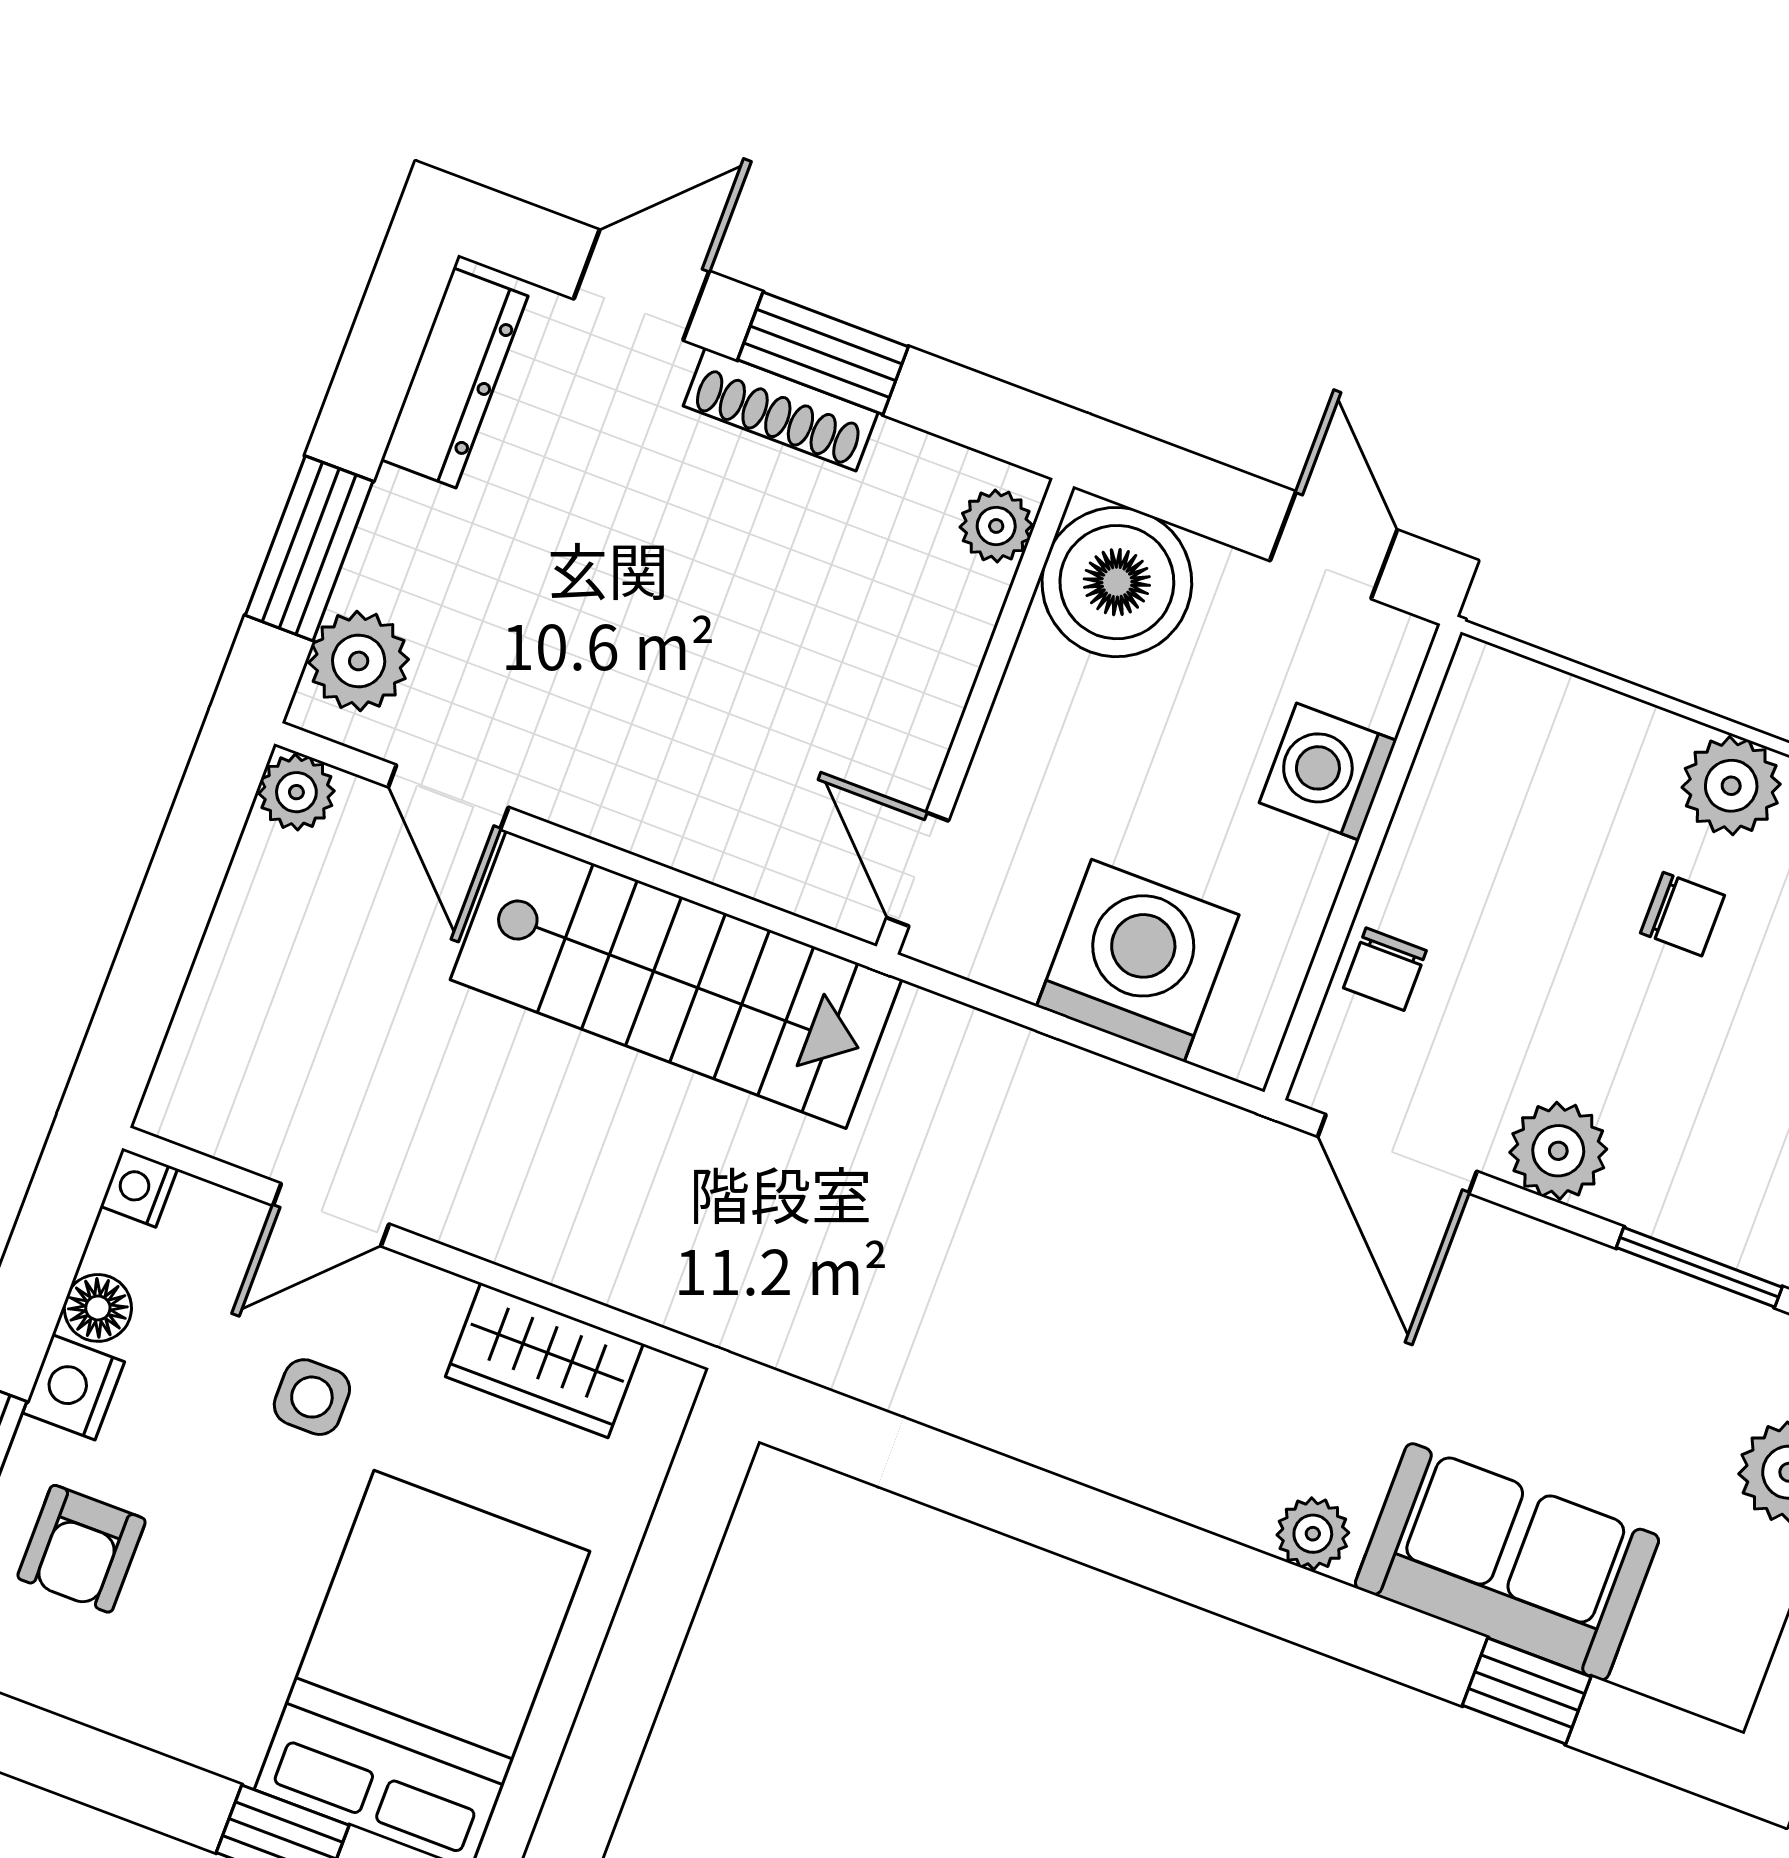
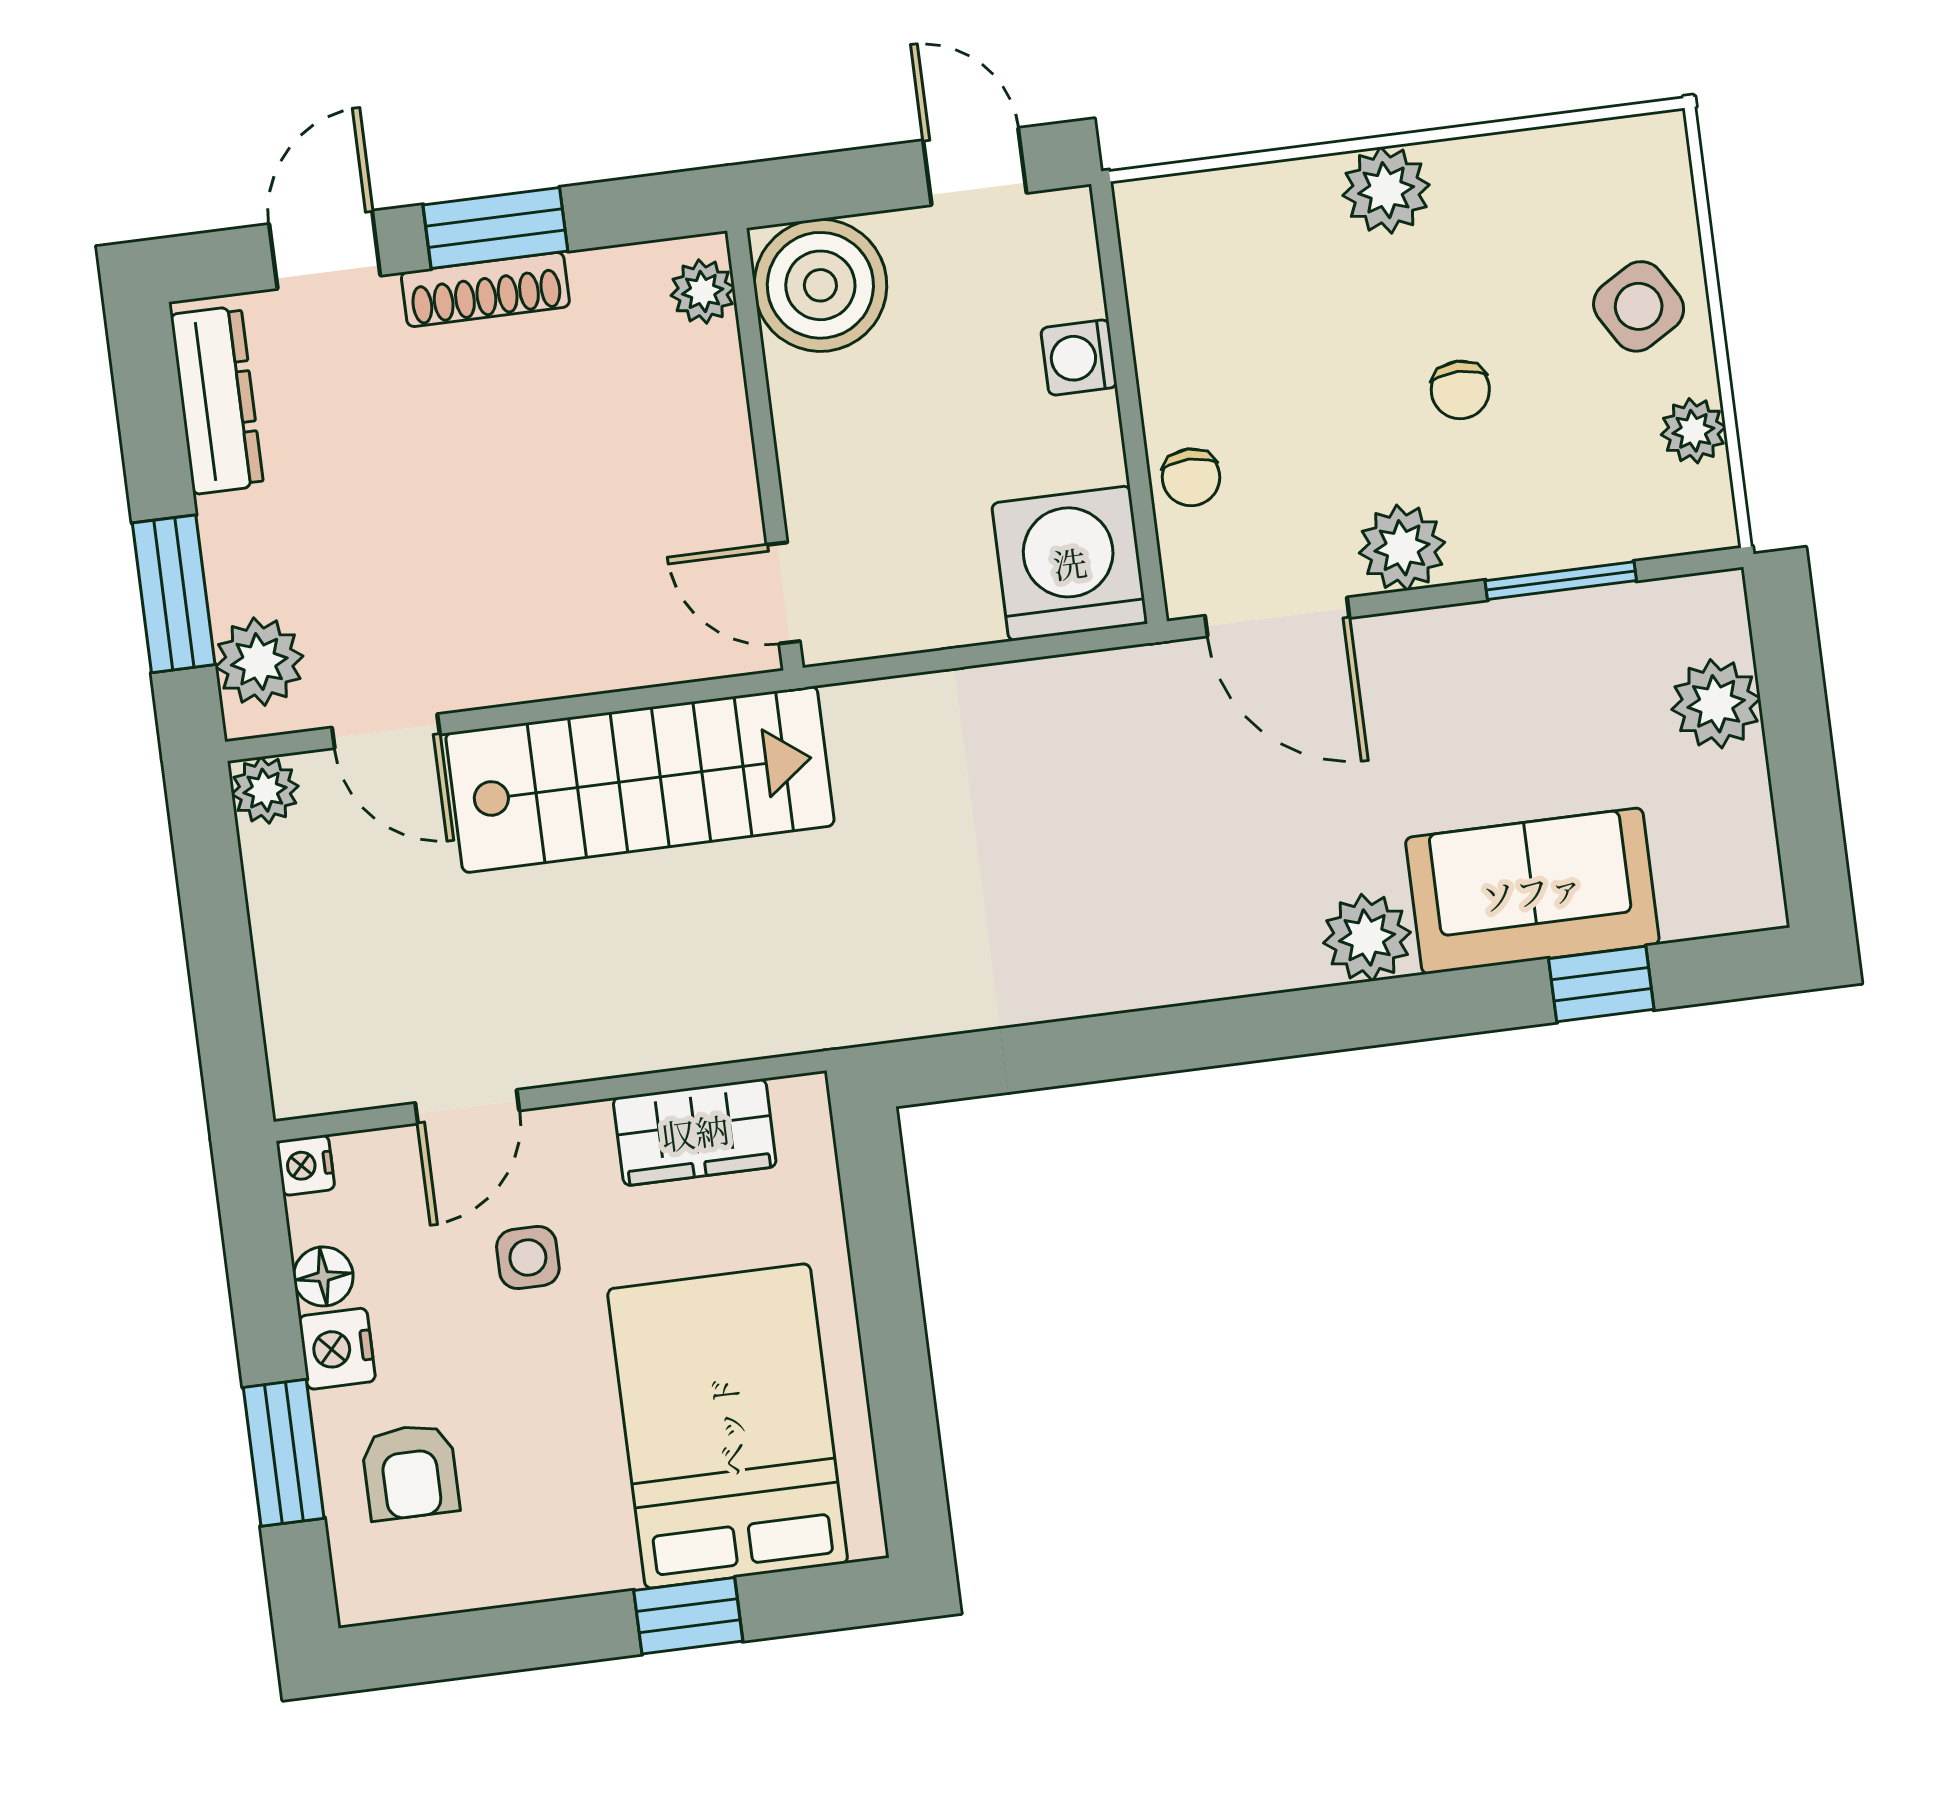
washing machine: (1328, 772) -> (1079, 358), width x0.73, depth x0.73
chair: (1682, 914) -> (1460, 390), moved, turned 90
washing machine: (1138, 961) -> (1070, 563), moved
plant: (1313, 1534) -> (1367, 938), width x1.38, depth x1.38

